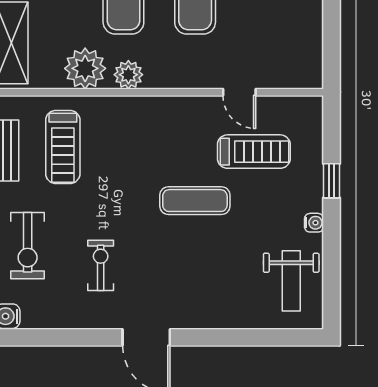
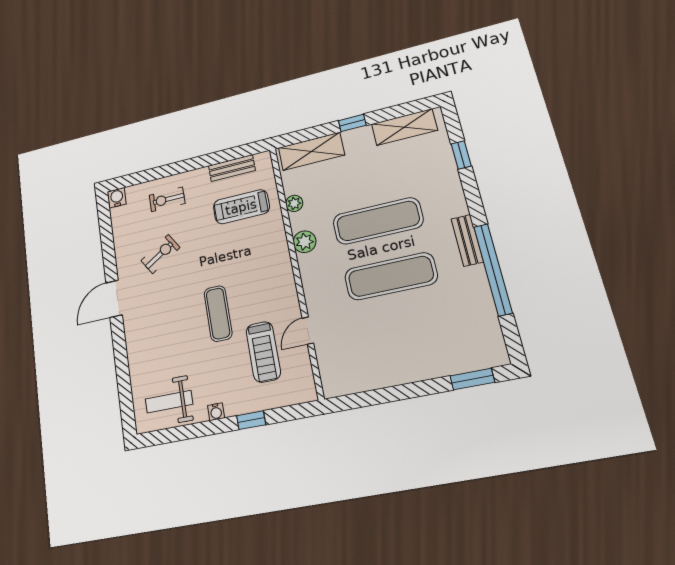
plant: (85, 68) -> (294, 203), width x0.53, depth x0.53
exercise bike: (28, 246) -> (167, 199), width x0.73, depth x0.72
exercise bike: (101, 265) -> (160, 254), turned -32

